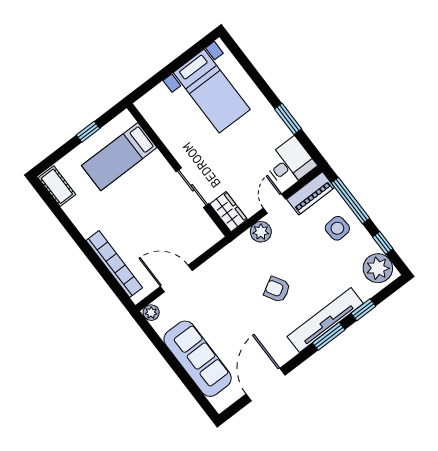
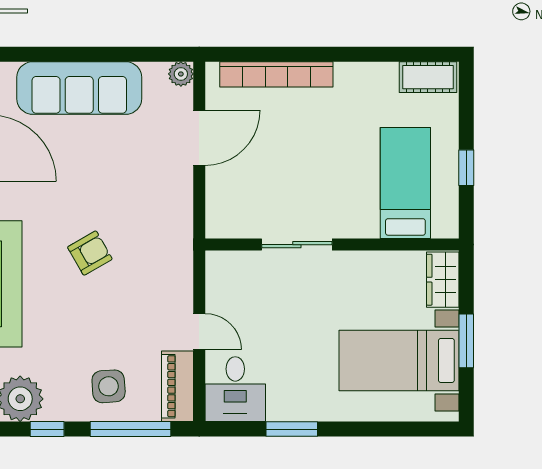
window: (176, 65) -> (466, 341), added
wardrobe: (228, 212) -> (443, 280), moved, turned 90
plant: (261, 232) -> (177, 288), removed

